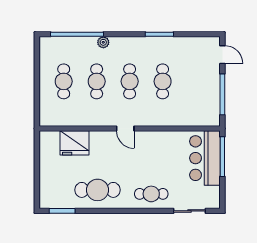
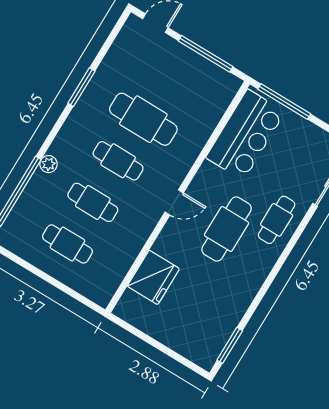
cafe table: (163, 81) -> (143, 119), width x1.37, depth x1.35
bar counter: (205, 158) -> (245, 135), moved, turned -90
cafe table: (98, 190) -> (227, 229), moved

